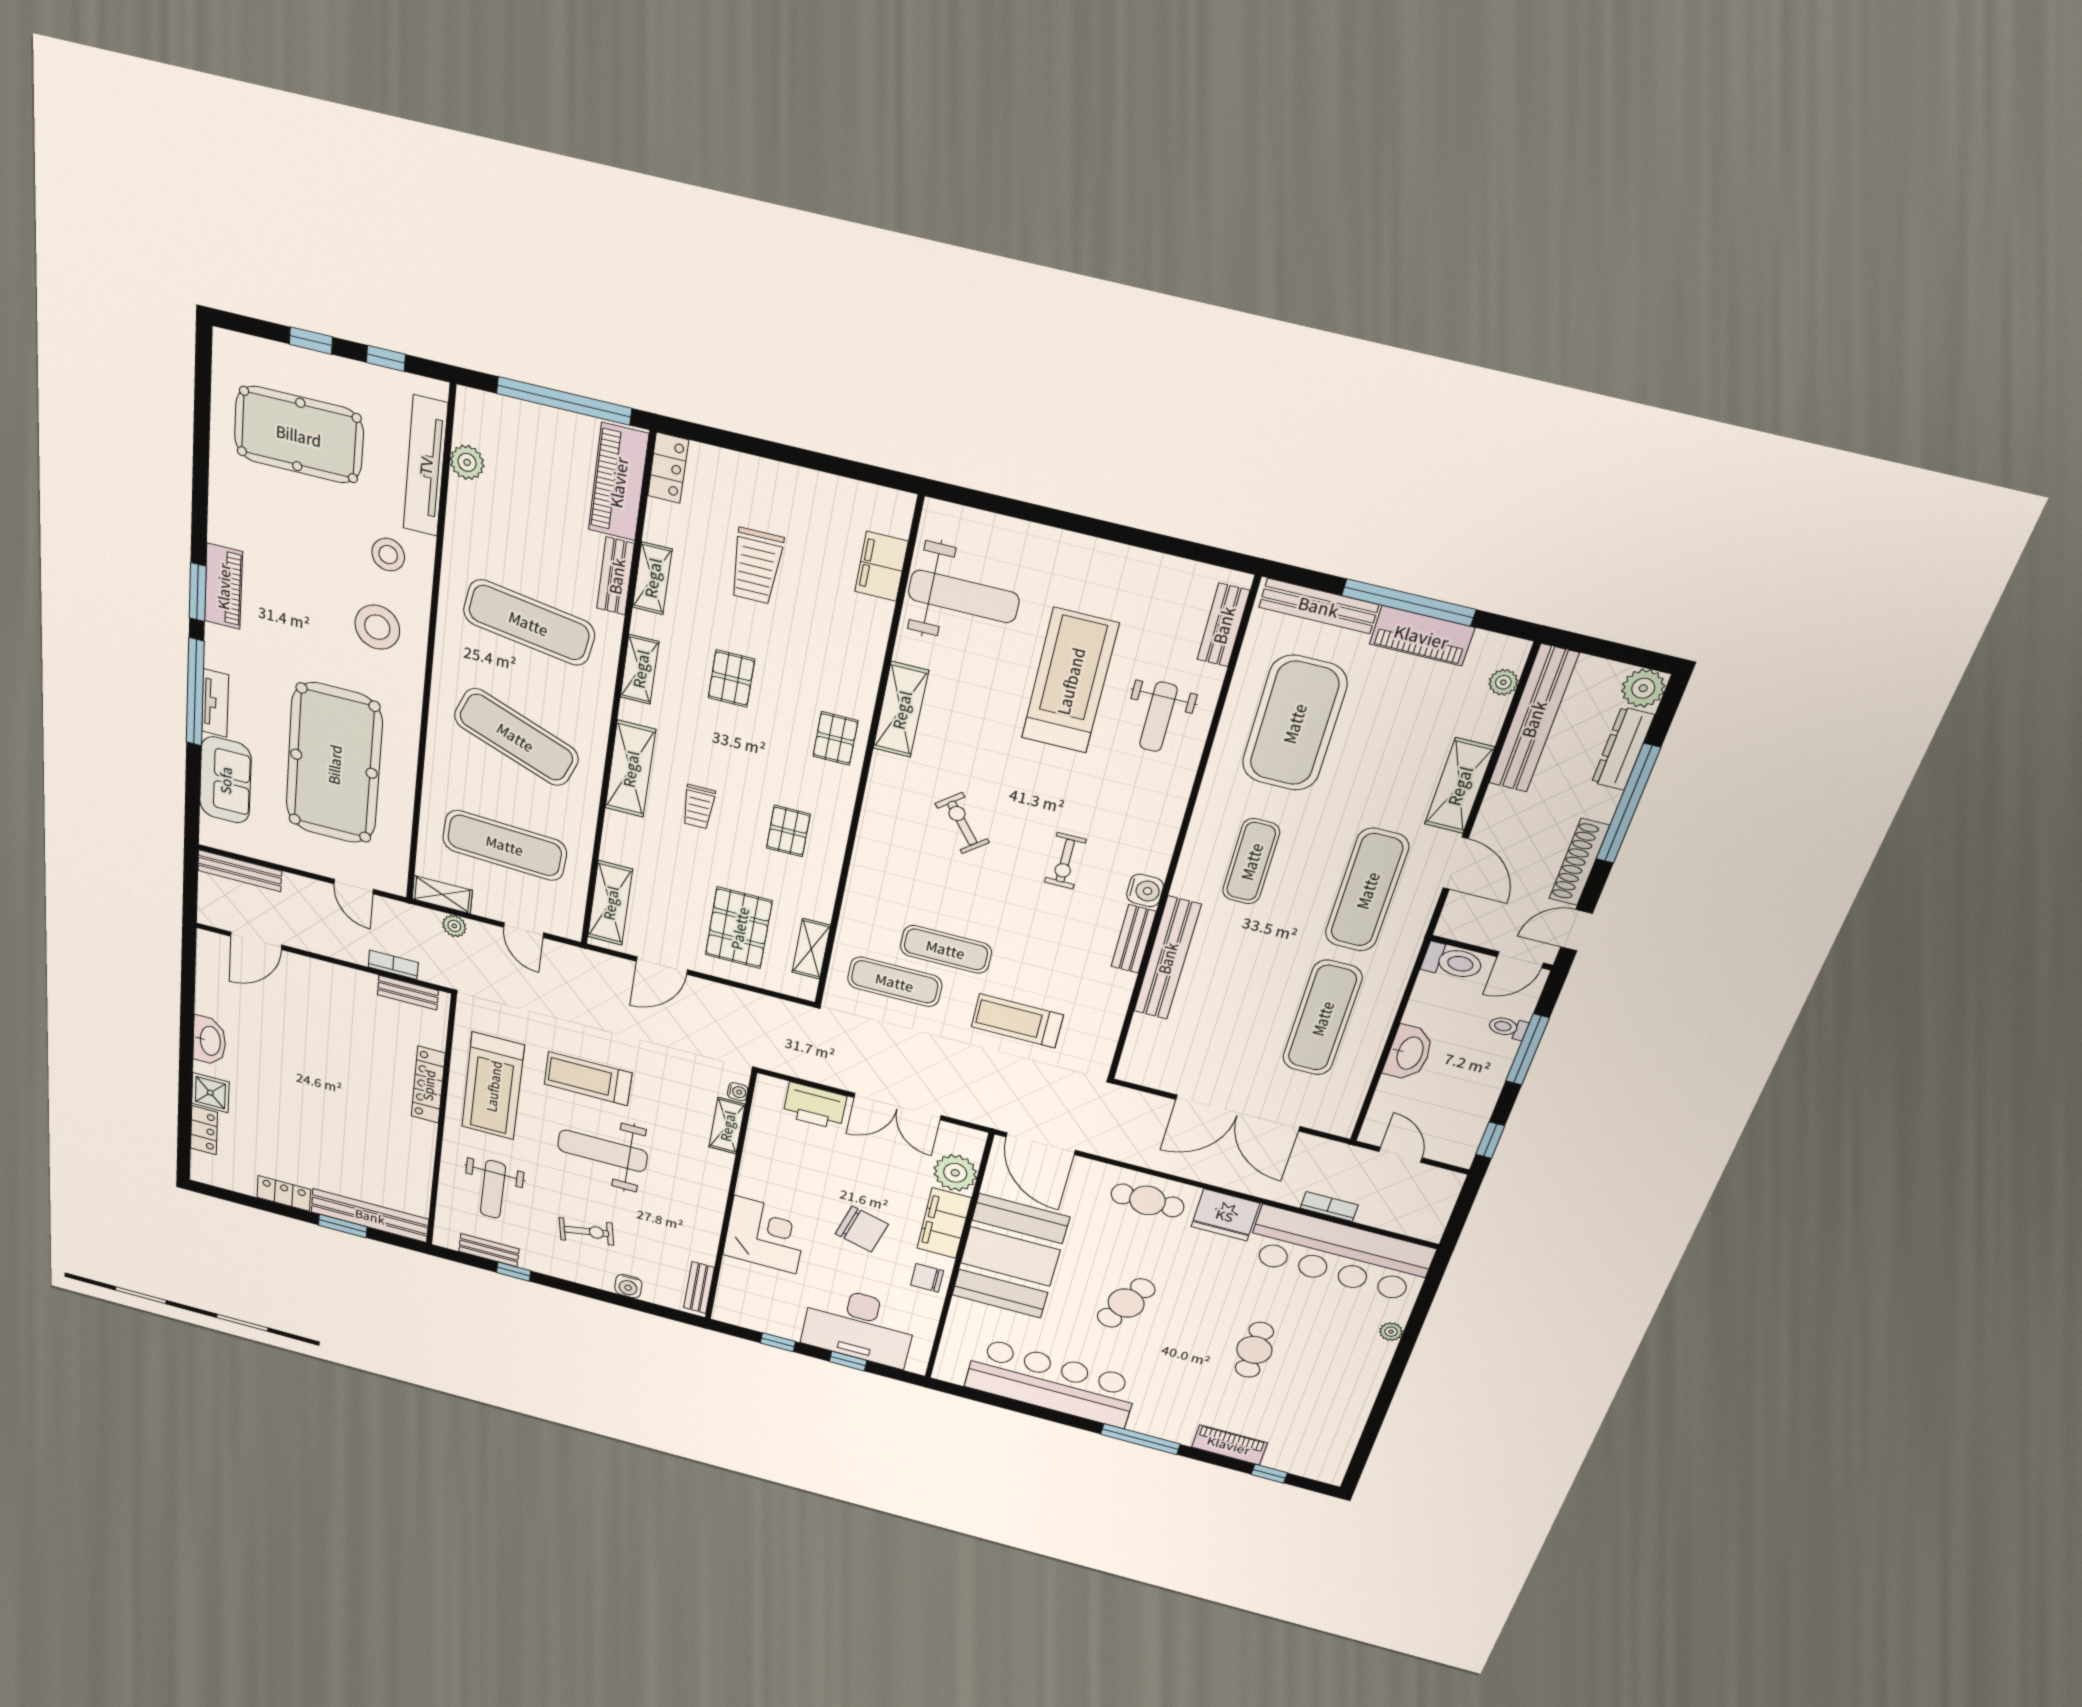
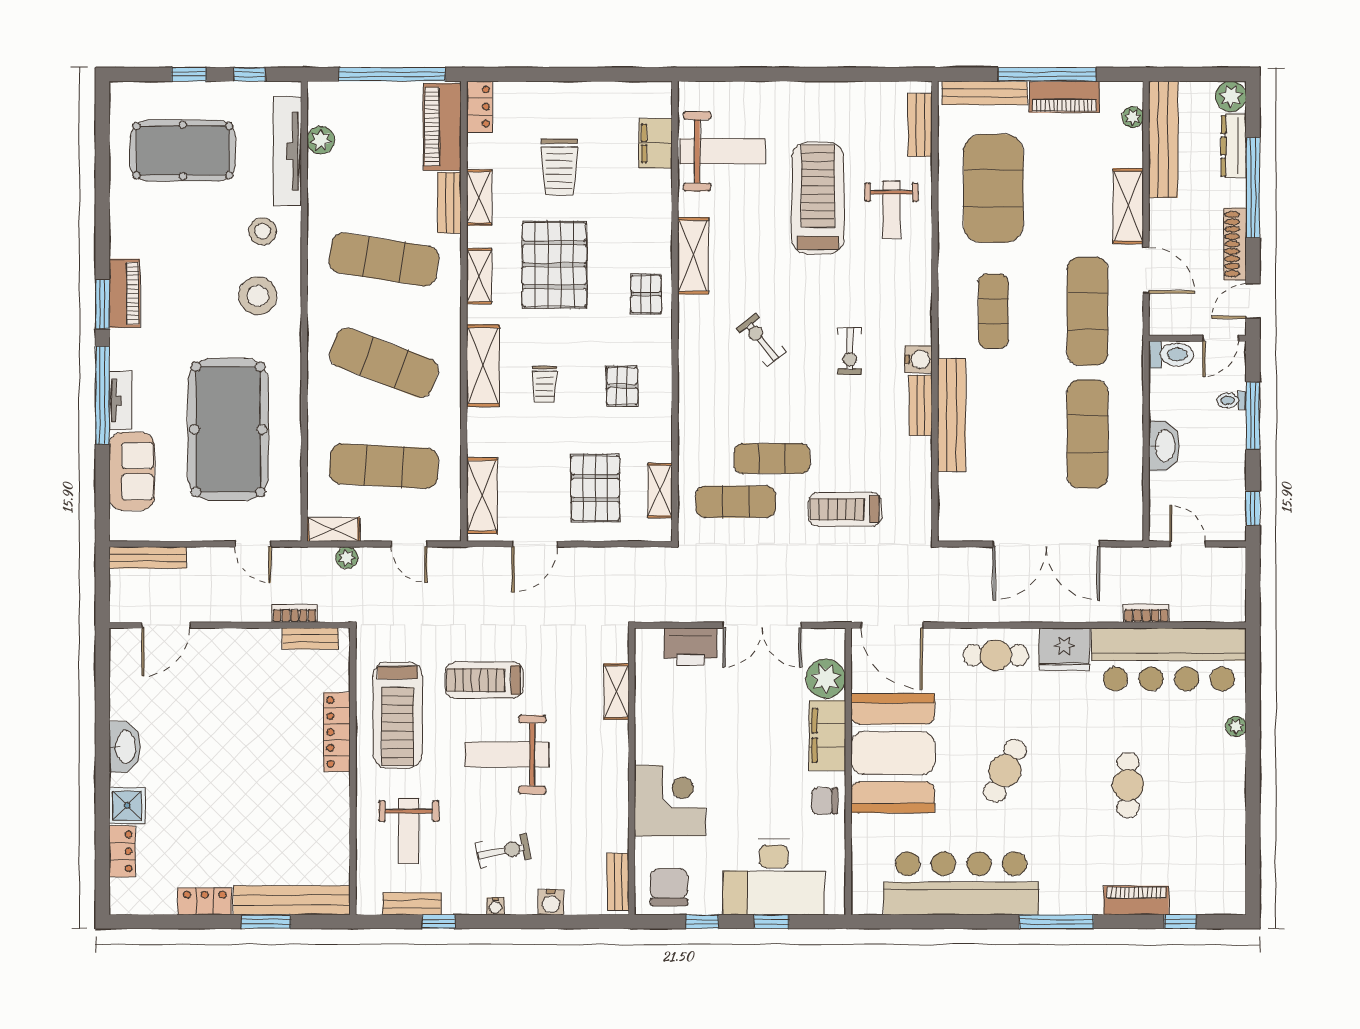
pallet: (731, 678) -> (554, 265), width x2.05, depth x2.00
water cooler: (738, 1092) -> (495, 906), moved, turned 90
chair: (862, 1229) -> (669, 887), moved, turned -105

